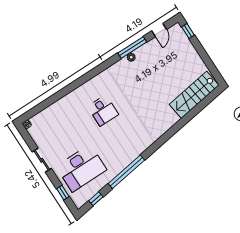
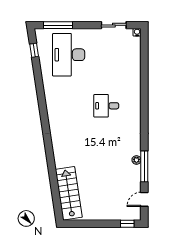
door: (159, 30) -> (144, 199), hinge flipped
sliding door: (42, 160) -> (114, 25), moved
window: (126, 172) -> (40, 91), removed
window: (63, 193) -> (58, 25), width x2.17

